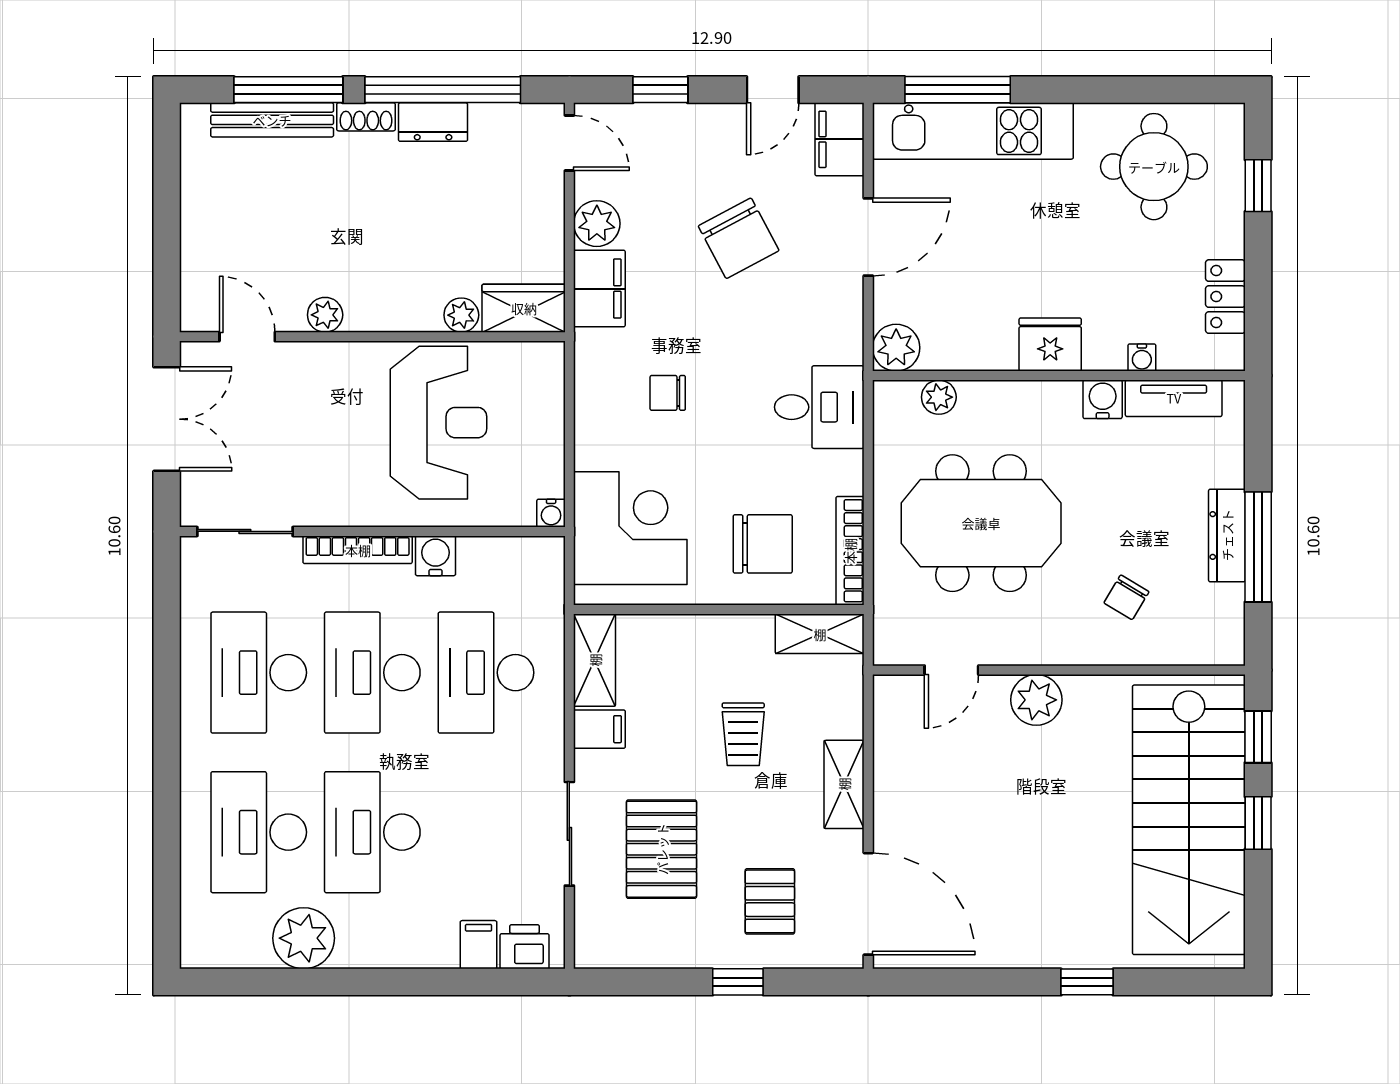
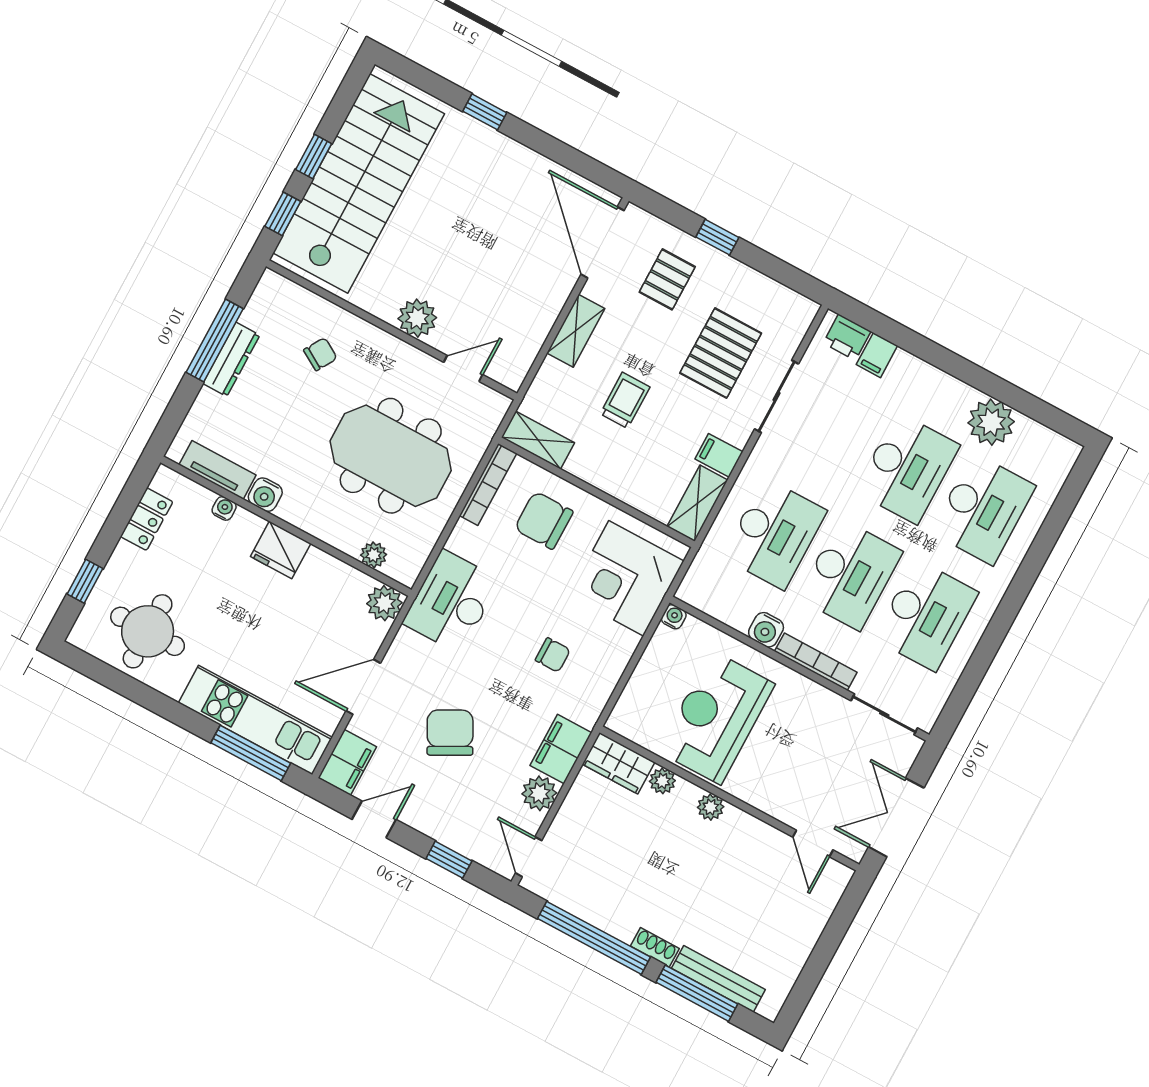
dresser: (433, 122) -> (612, 920), removed
plant: (325, 315) -> (711, 807), moved
desk: (819, 407) -> (451, 601), width x1.37

